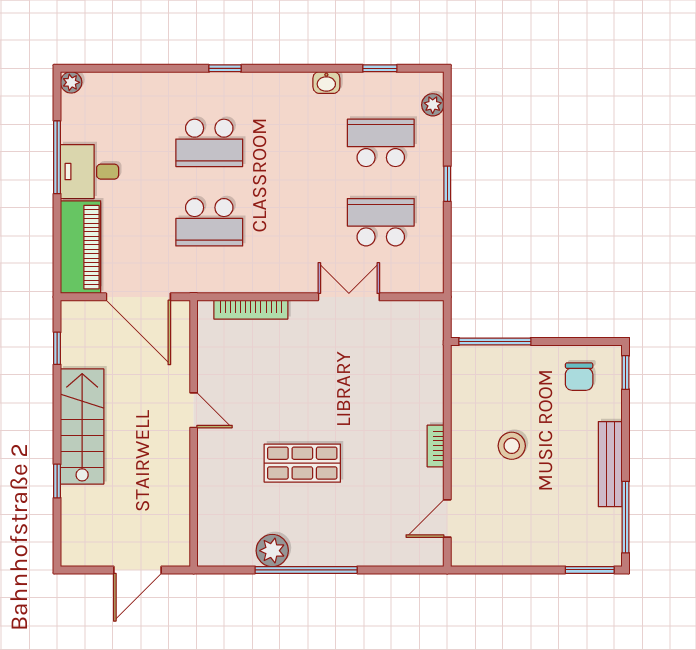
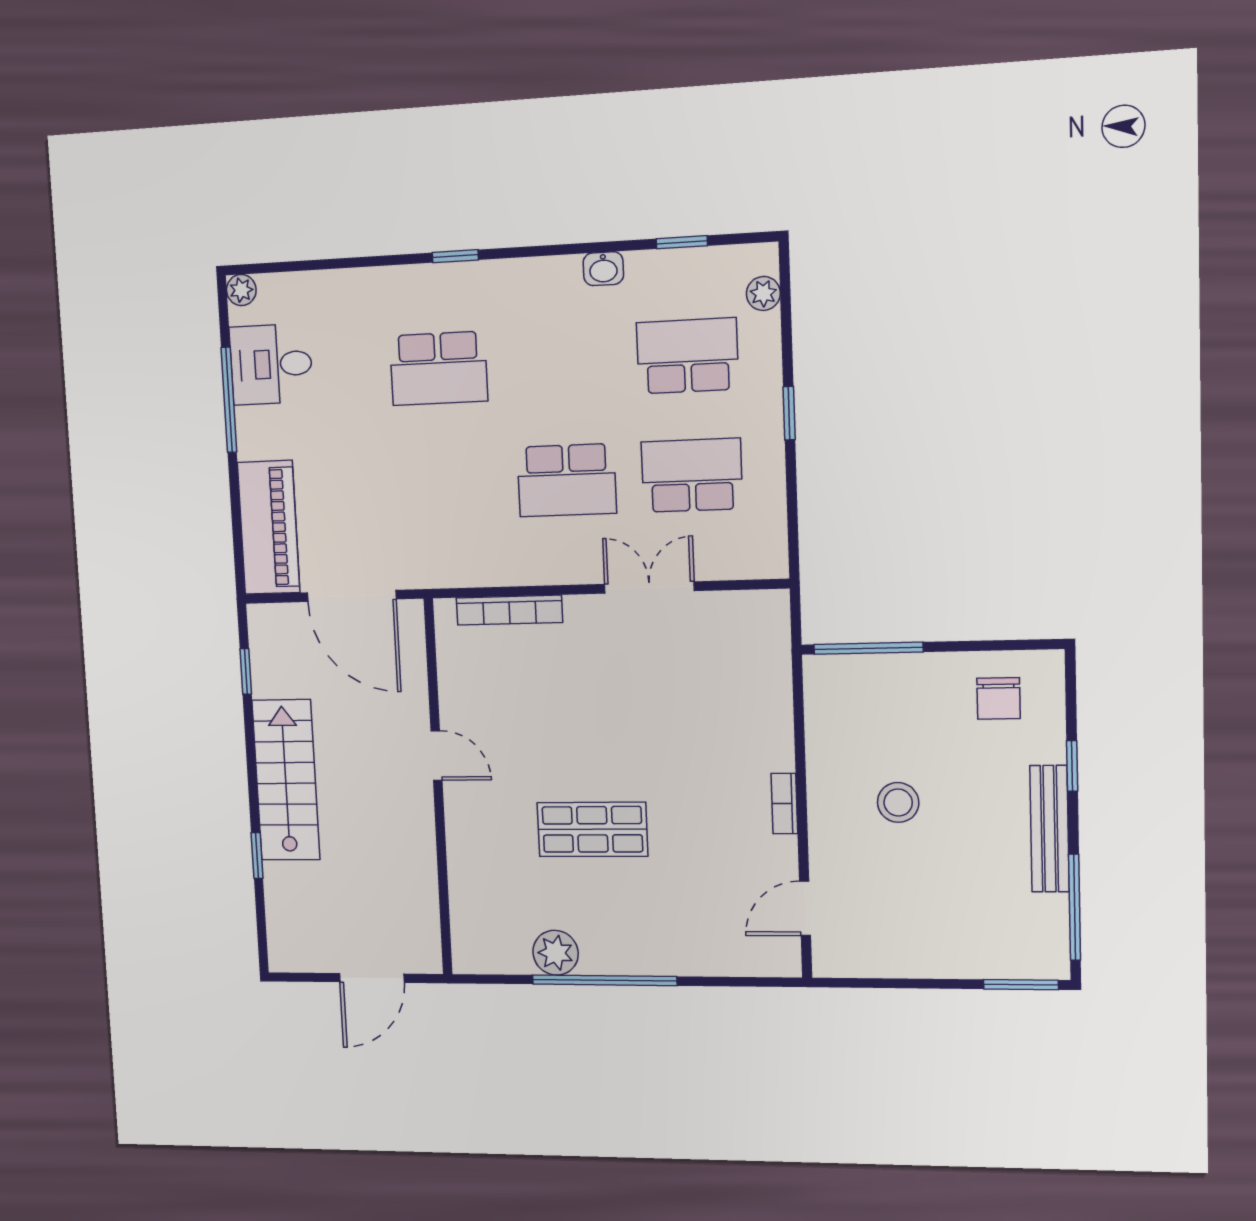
desk: (90, 172) -> (271, 364), moved
school desk: (209, 222) -> (567, 480), moved
window: (626, 372) -> (1072, 766), moved

